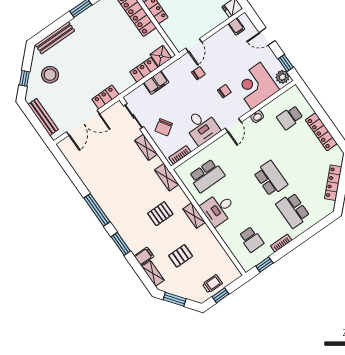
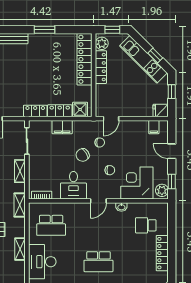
locker: (105, 97) -> (35, 111), moved
chair: (164, 127) -> (83, 155), moved
school desk: (271, 178) -> (98, 262), turned 90
desk: (218, 209) -> (42, 262), width x1.37

